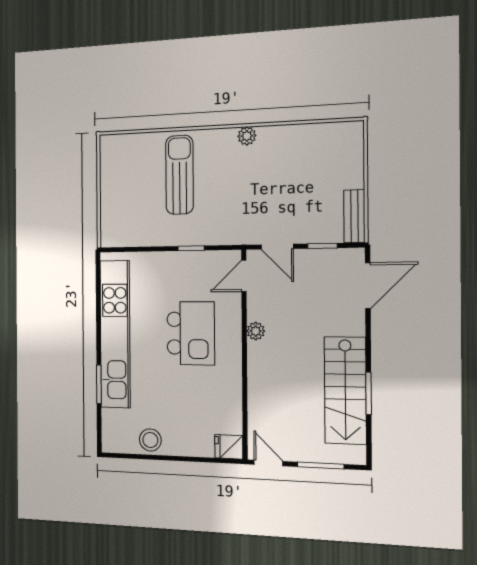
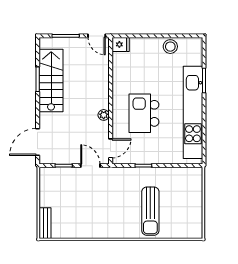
plant: (247, 136) -> (108, 233), removed
bench: (354, 216) -> (45, 223), moved

